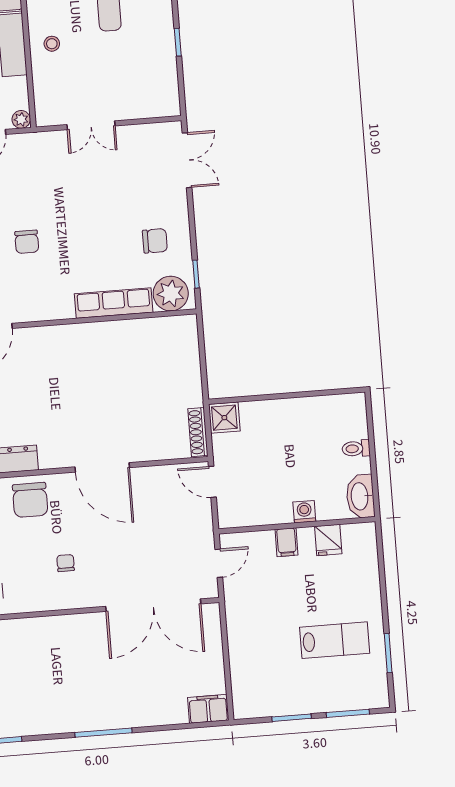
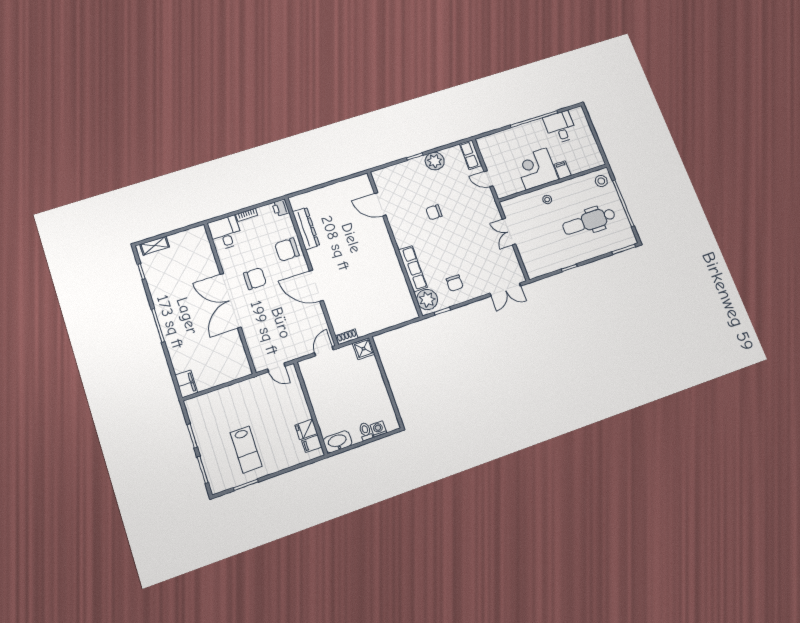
plant: (21, 119) -> (501, 193), removed
shoe rack: (198, 432) -> (347, 337), width x0.70
door: (102, 467) -> (316, 286), hinge flipped
washing machine: (304, 512) -> (378, 429), moved, turned -90
filing cabinet: (287, 542) -> (312, 444), moved
chair: (66, 563) -> (255, 279), width x1.87, depth x1.87
double door: (153, 605) -> (231, 301), moved

